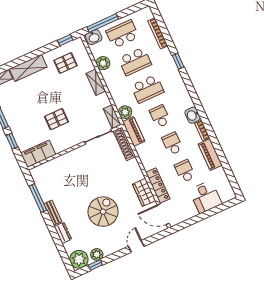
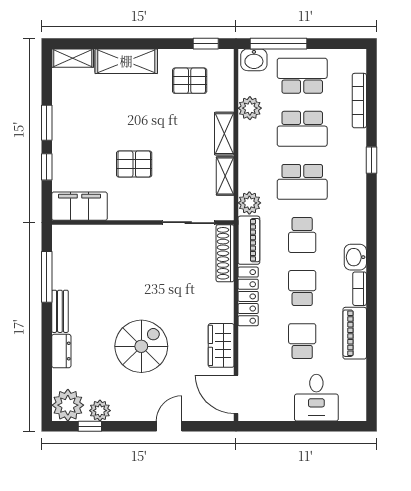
school desk: (160, 116) -> (302, 235), turned 180
shelving: (112, 117) -> (225, 176), moved
locker: (158, 186) -> (248, 296), moved

